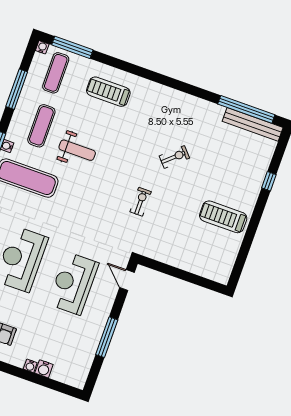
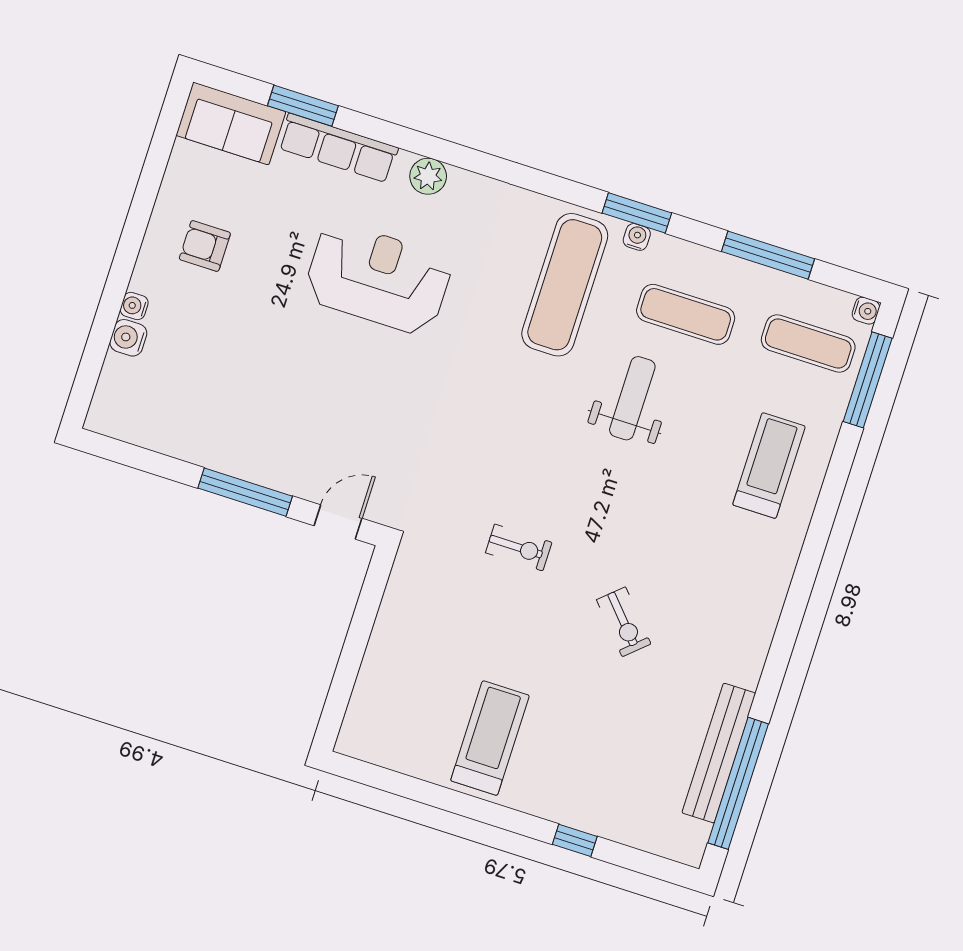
bench: (253, 124) -> (719, 753), moved
weight bench: (77, 150) -> (632, 398), turned 180
reception desk: (73, 283) -> (326, 399), removed
window: (107, 337) -> (245, 492), moved

